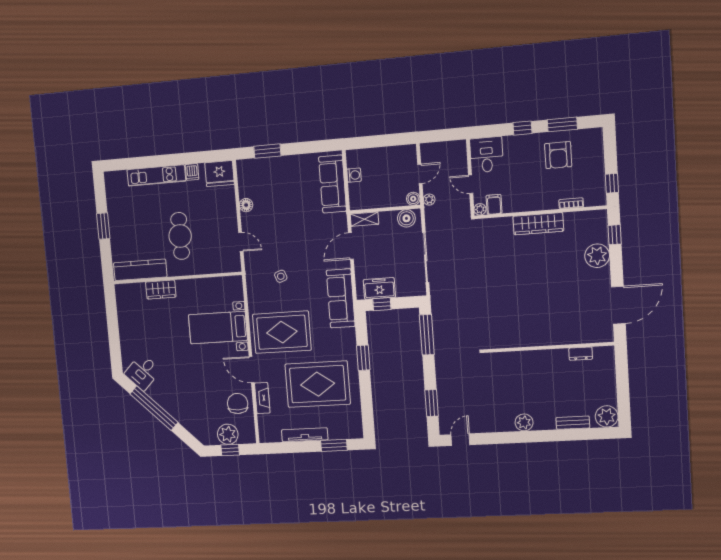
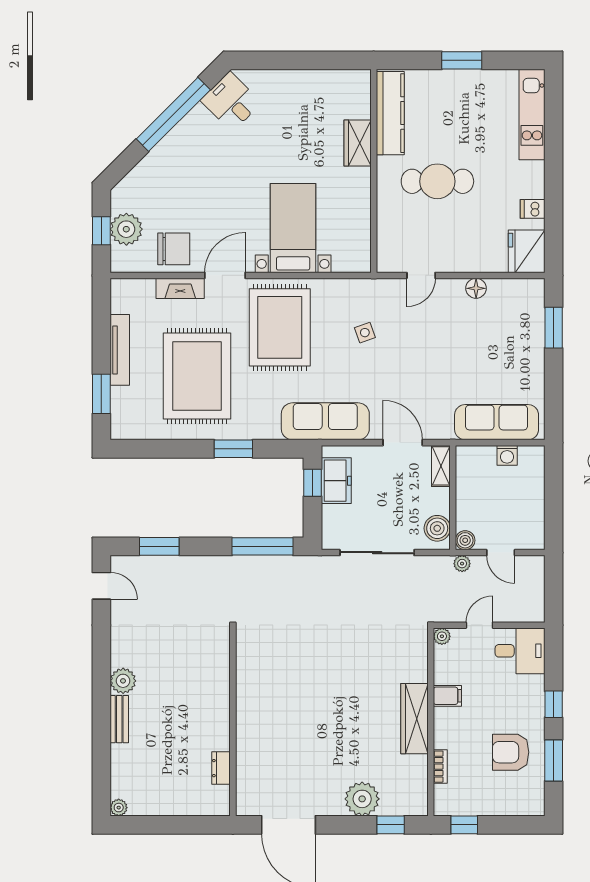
kitchen unit: (156, 175) -> (532, 115), moved
filing cabinet: (494, 204) -> (447, 696), moved
plant: (607, 416) -> (119, 808), width x0.53, depth x0.53
bench: (573, 423) -> (119, 719), moved

